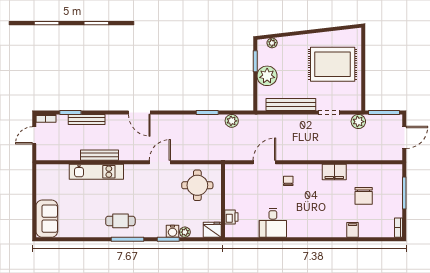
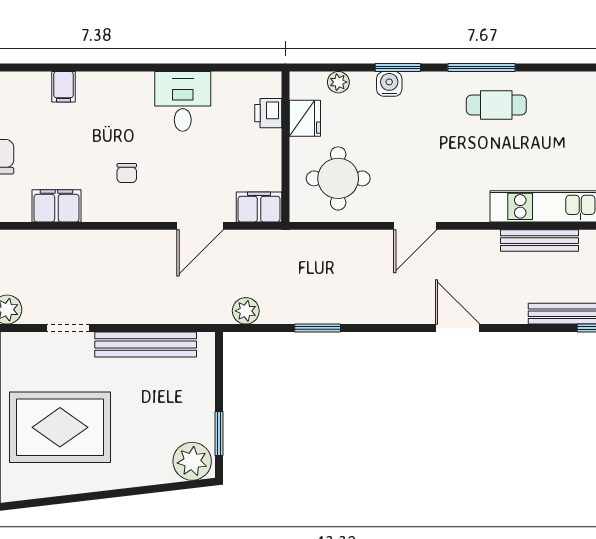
plant: (272, 43) -> (192, 461), width x1.88, depth x1.88
plant: (267, 76) -> (195, 404), removed
plant: (232, 121) -> (246, 311), moved
filing cabinet: (236, 171) -> (259, 207), added
chair: (288, 181) -> (127, 173), moved
fridge: (212, 230) -> (305, 118), moved, turned -90
filing cabinet: (353, 230) -> (64, 87), moved
plant: (185, 232) -> (338, 82), moved

